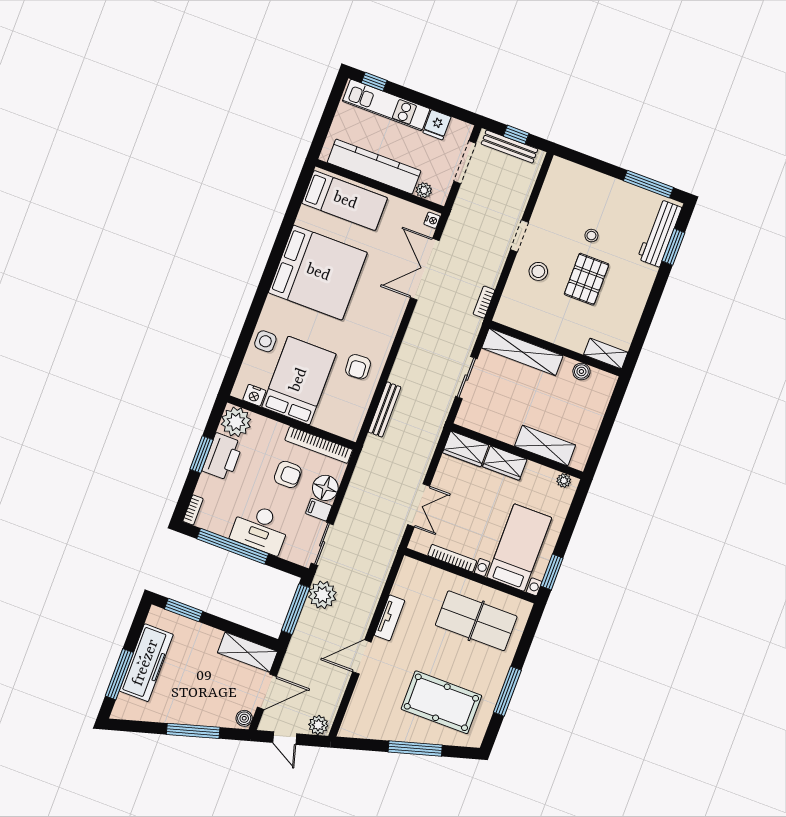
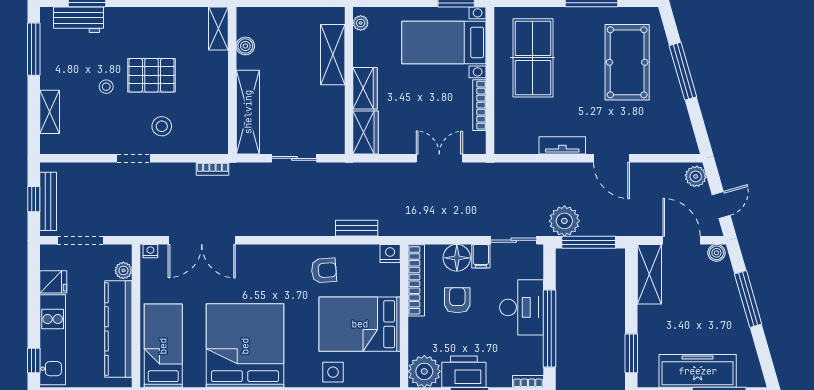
shelving: (588, 177) -> (50, 112), added
workbench: (659, 233) -> (79, 20), width x0.73
nightstand: (254, 395) -> (390, 253), moved, turned -90
bench: (384, 409) -> (357, 228), width x0.73

